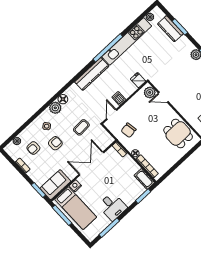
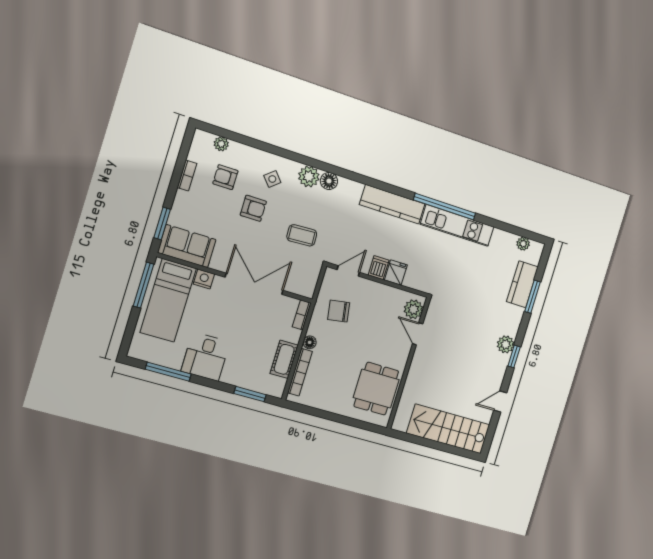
kitchen unit: (127, 41) -> (457, 226), width x0.73
fridge: (138, 80) -> (396, 273), moved
cot: (144, 179) -> (284, 359), moved

